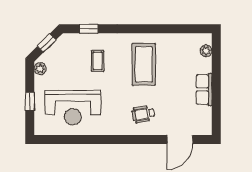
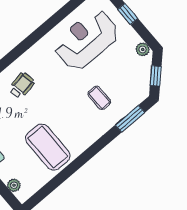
window: (89, 29) -> (130, 119), width x1.50
coffee table: (144, 64) -> (48, 147), moved

